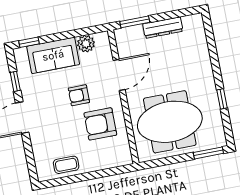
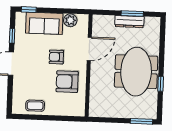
window: (135, 22) -> (132, 14), moved
meeting table: (170, 122) -> (136, 72), moved, turned 90

